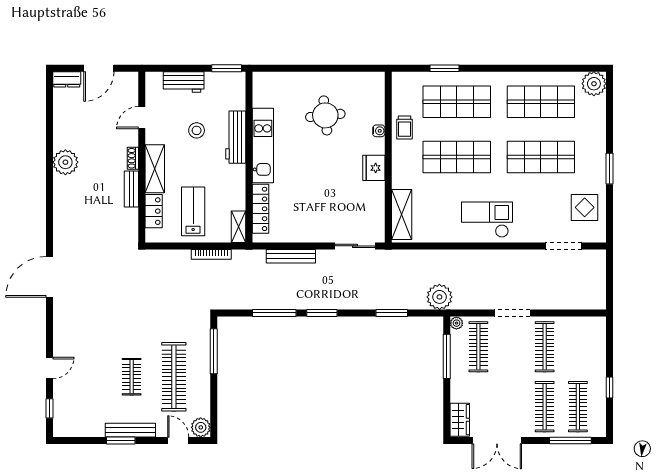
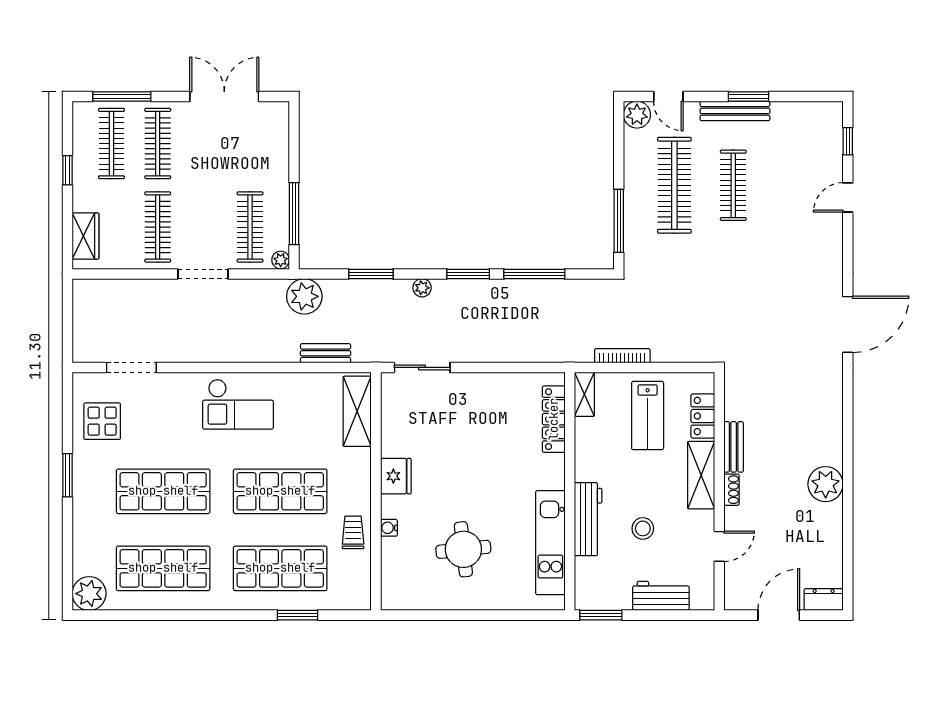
kitchen unit: (263, 146) -> (550, 543), moved
bench: (291, 256) -> (326, 353), moved, width x0.73
plant: (355, 303) -> (422, 288), added
clothes rail: (132, 377) -> (733, 185), width x1.36
wardrobe: (460, 420) -> (86, 236), moved, turned 180

